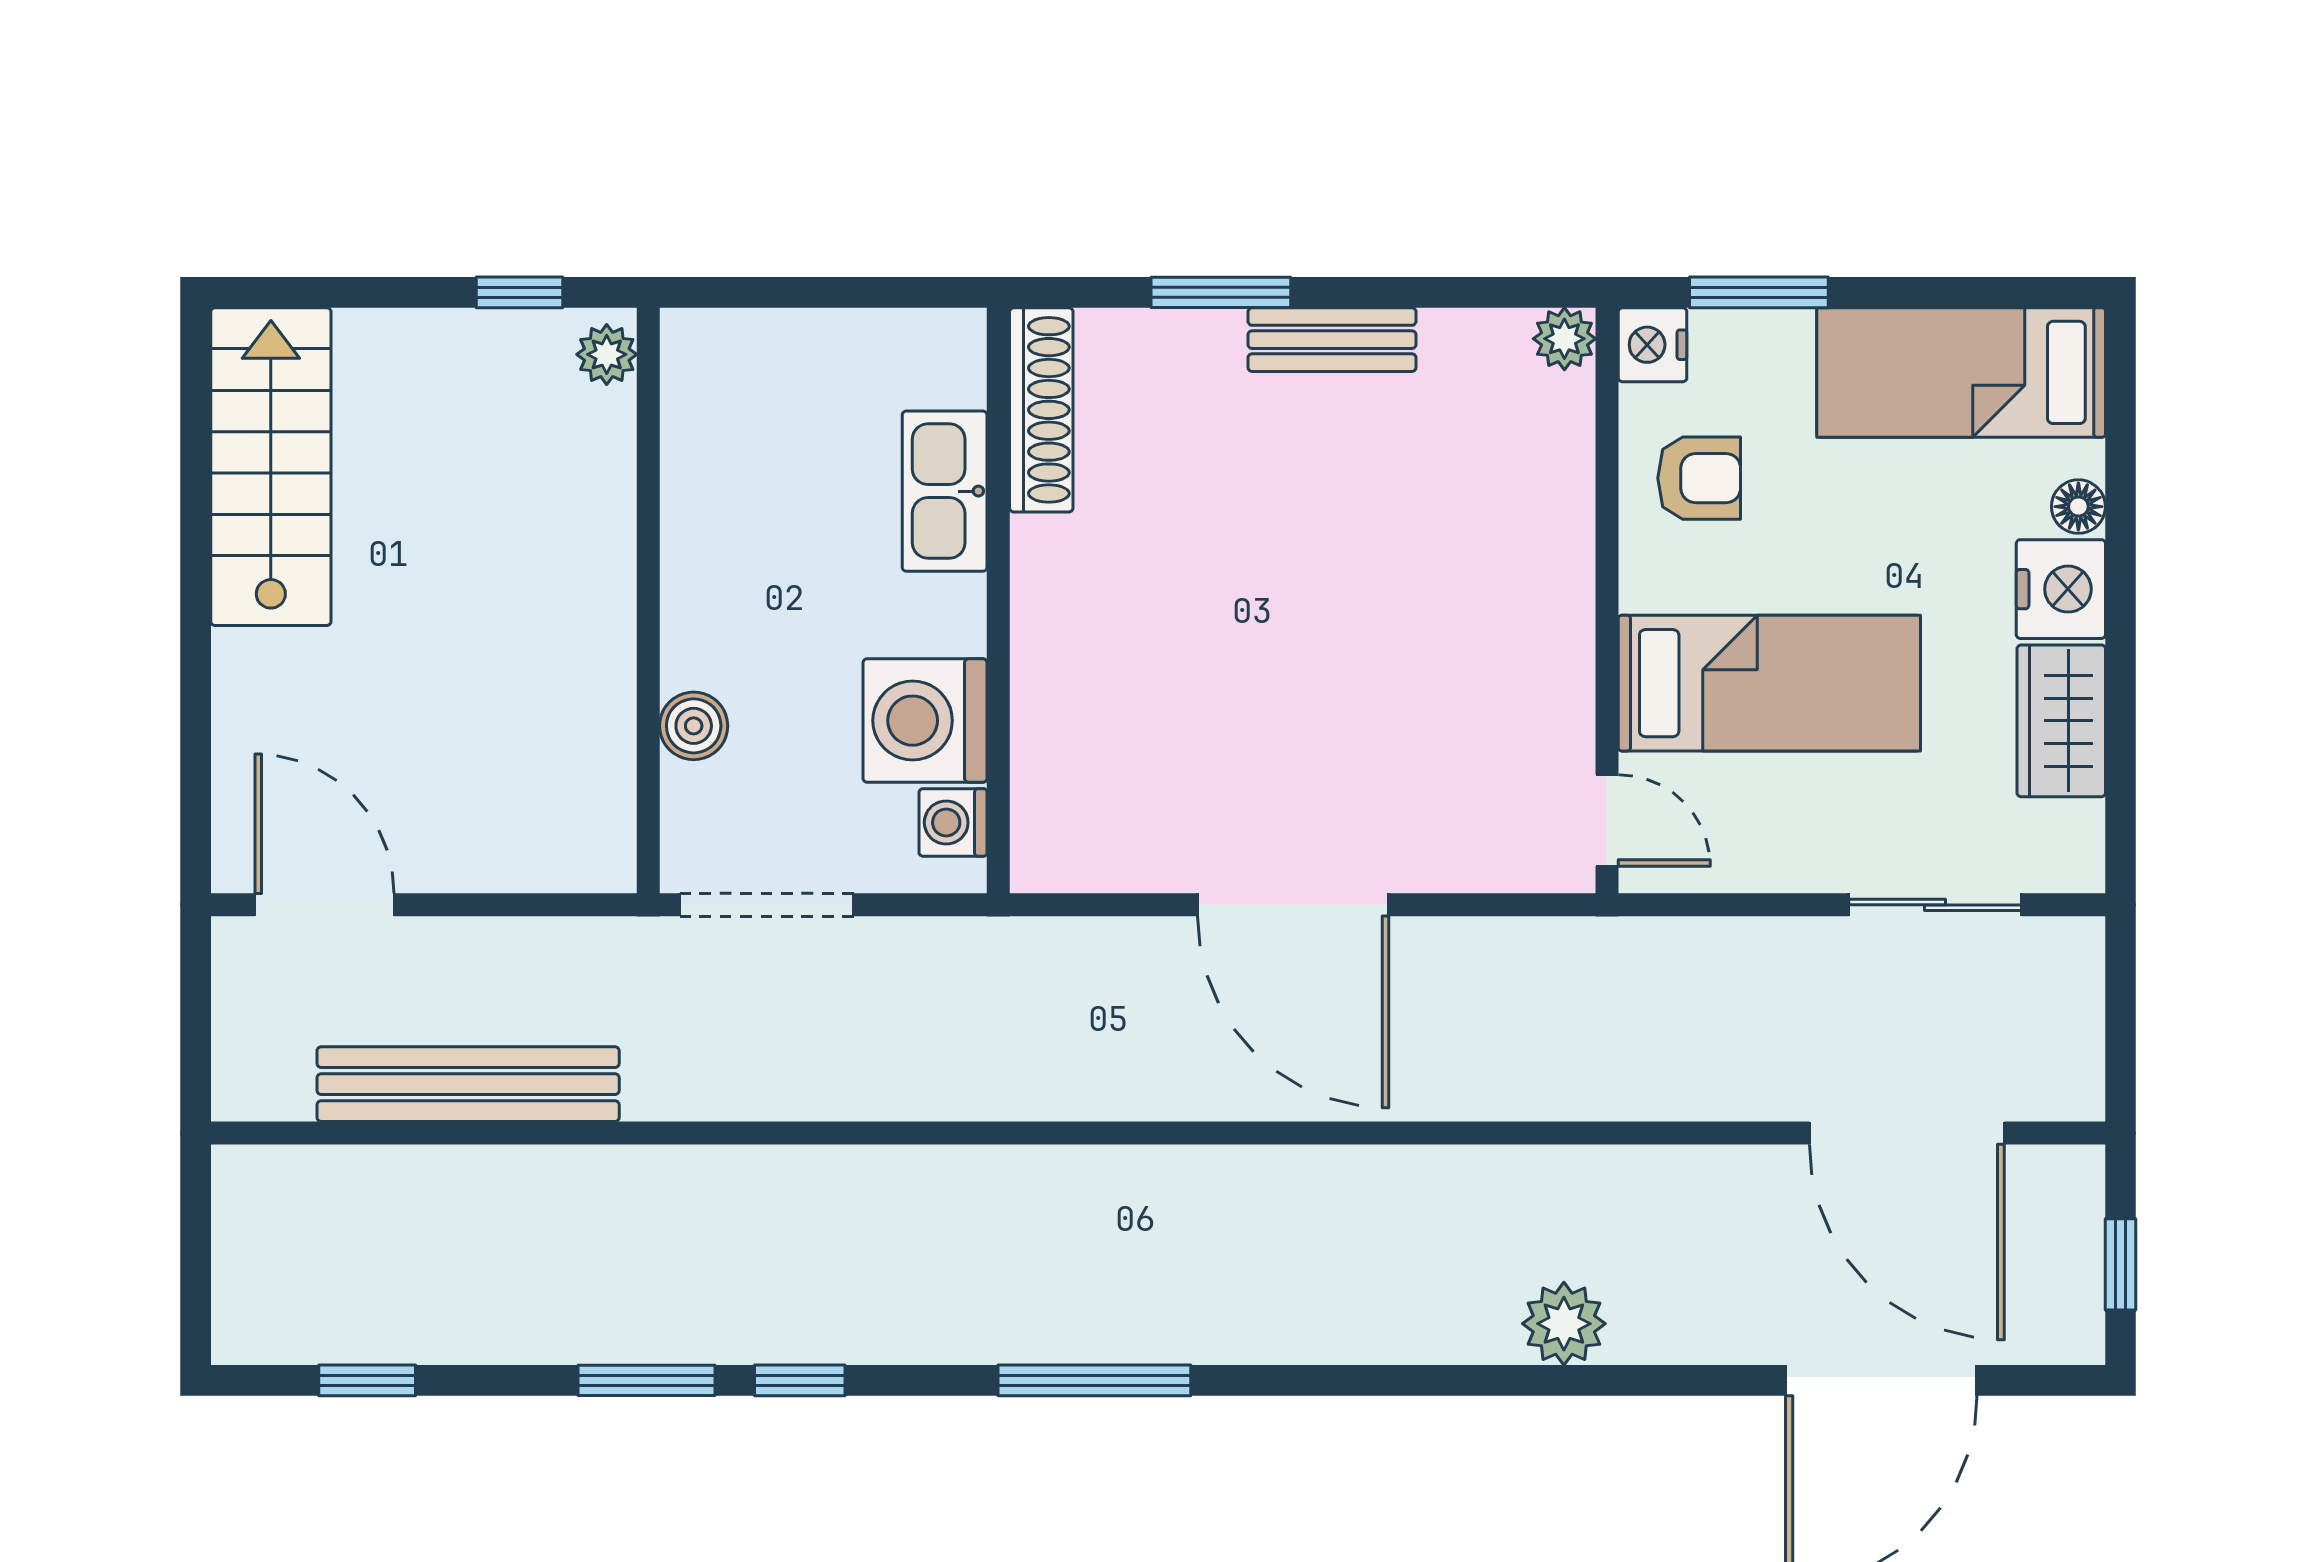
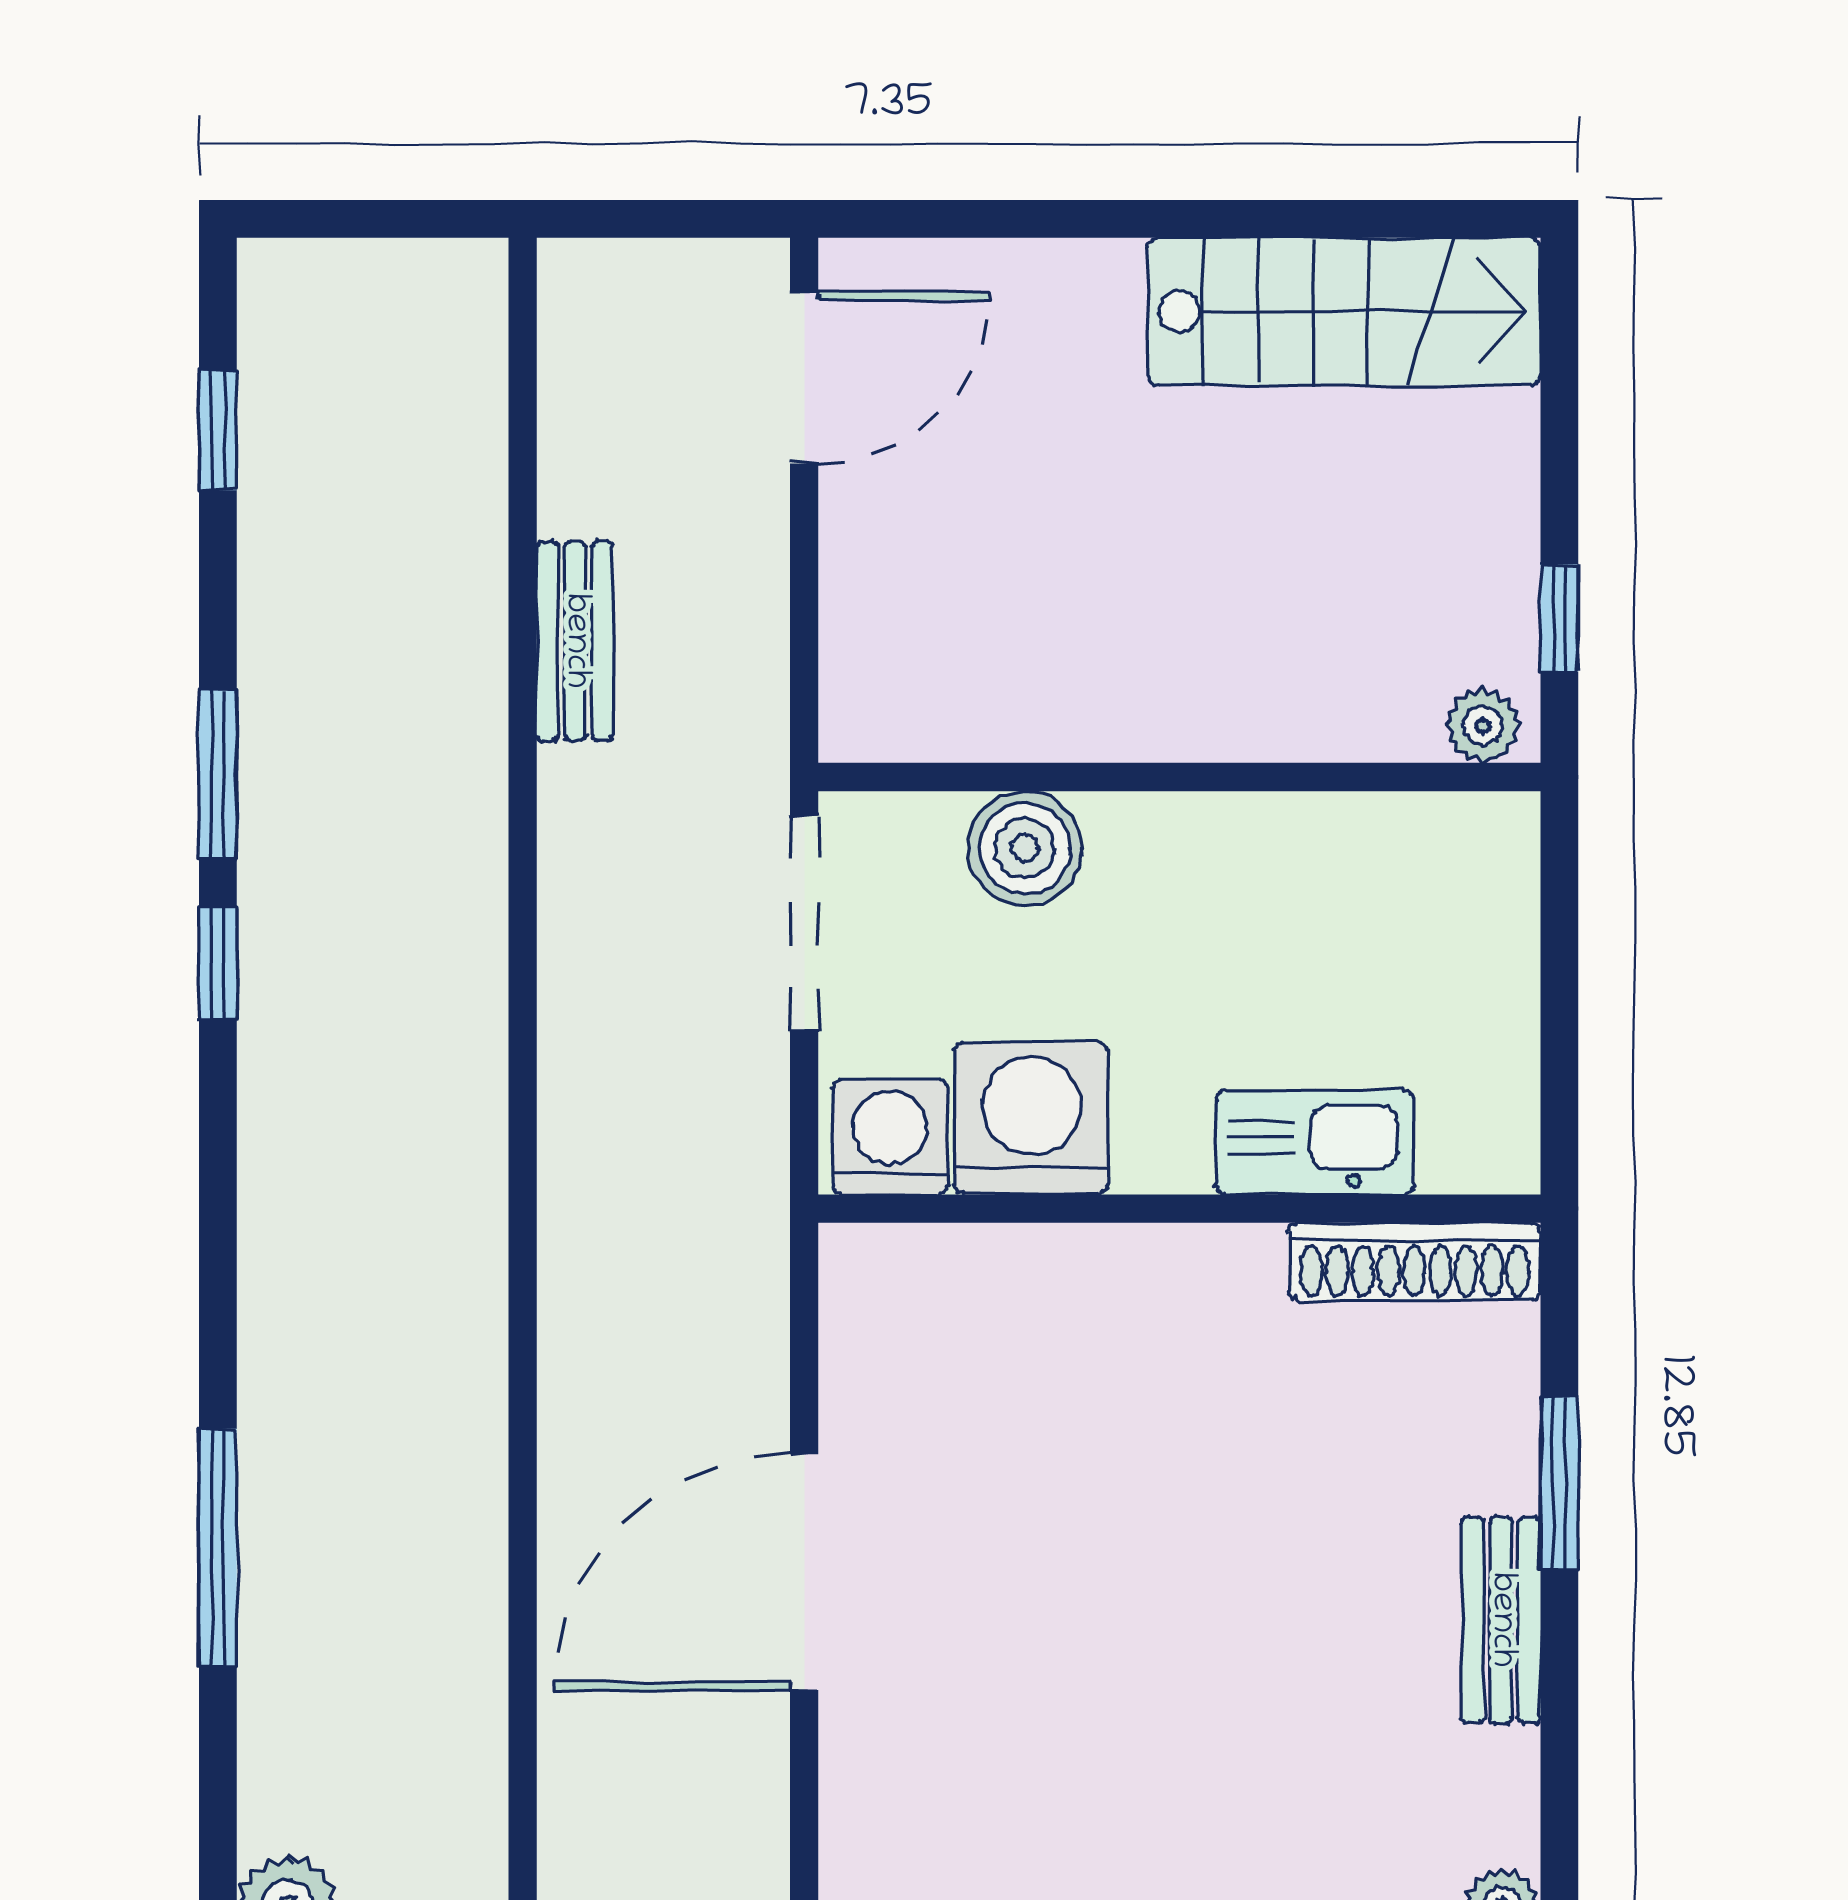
boiler: (694, 726) -> (1025, 848), width x1.36, depth x1.36
washing machine: (953, 822) -> (890, 1137), width x1.38, depth x1.38
bench: (468, 1084) -> (575, 641), width x0.54, depth x0.82
window: (1094, 1380) -> (218, 1548), moved

